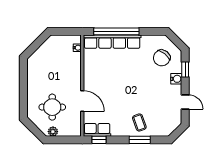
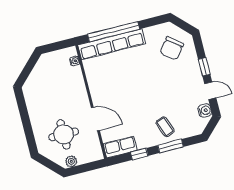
window: (185, 69) -> (204, 67), moved
water cooler: (176, 79) -> (205, 110), moved
window: (99, 140) -> (139, 154), moved

